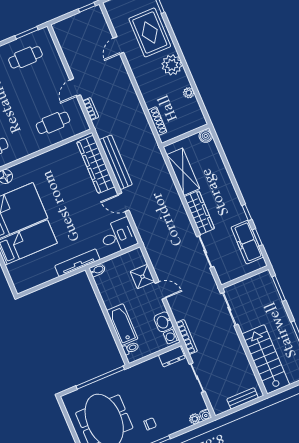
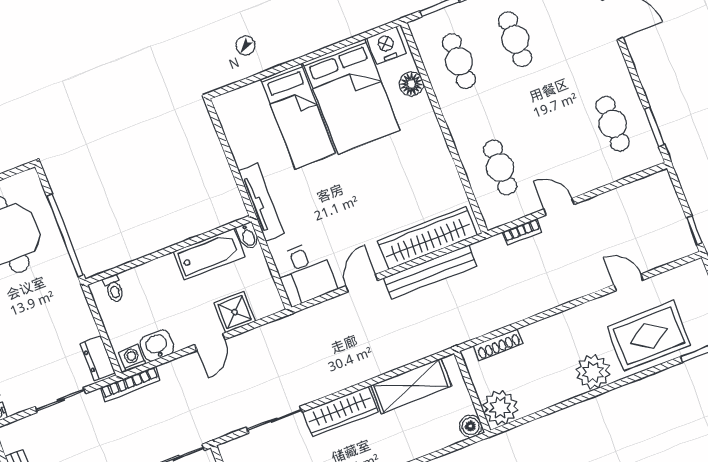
plant: (189, 93) -> (500, 408), moved, width x1.88, depth x1.88
bathtub: (122, 325) -> (209, 254), moved

